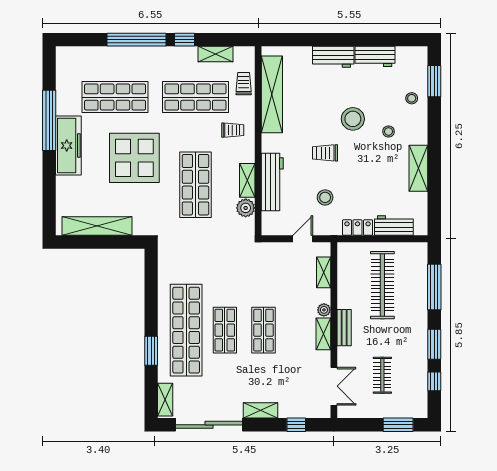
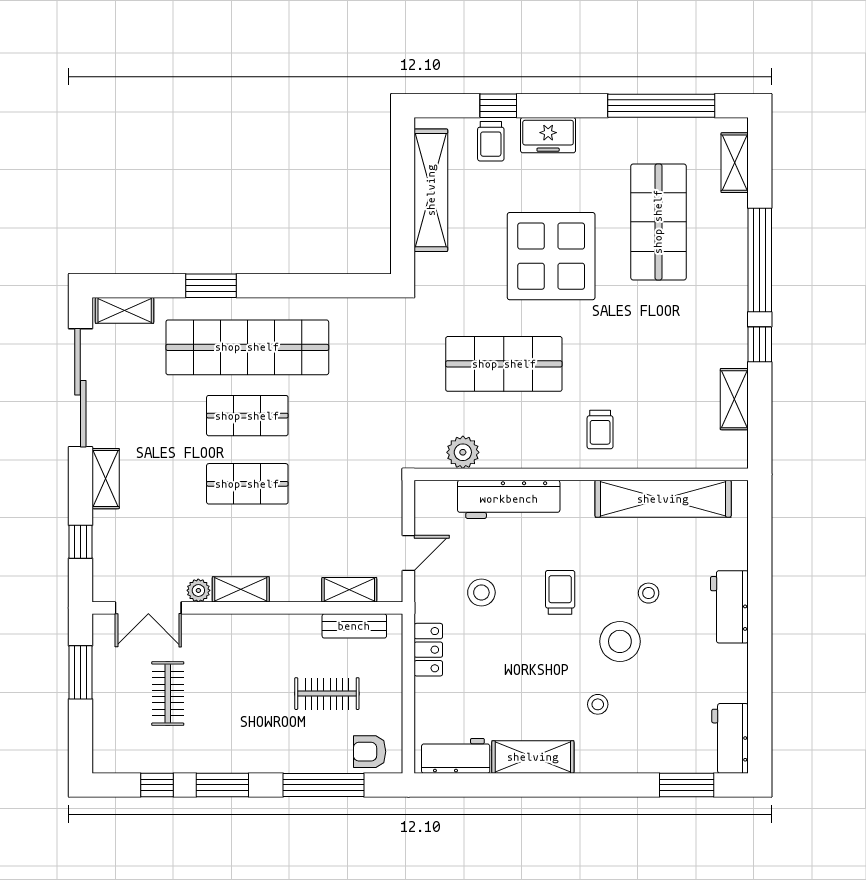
workbench: (375, 56) -> (730, 738), moved
trolley: (244, 84) -> (491, 141), moved, turned 90
shop shelf: (195, 97) -> (658, 364), removed
stool: (412, 98) -> (649, 593), moved
window: (49, 120) -> (661, 106), moved
freezer: (68, 146) -> (548, 135), width x0.52, depth x0.79
shelving: (247, 180) -> (735, 163), moved, turned 90
window: (49, 188) -> (498, 106), added
workbench: (394, 226) -> (456, 756), moved, turned -90
door: (303, 239) -> (408, 553), hinge flipped
armchair: (415, 261) -> (370, 752), added
clothes rail: (382, 285) -> (327, 694), width x0.54, depth x0.76
plant: (324, 310) -> (198, 590), moved
bench: (344, 328) -> (354, 626), moved
clothes rail: (382, 375) -> (168, 694), turned 90
window: (398, 425) -> (80, 672), moved

